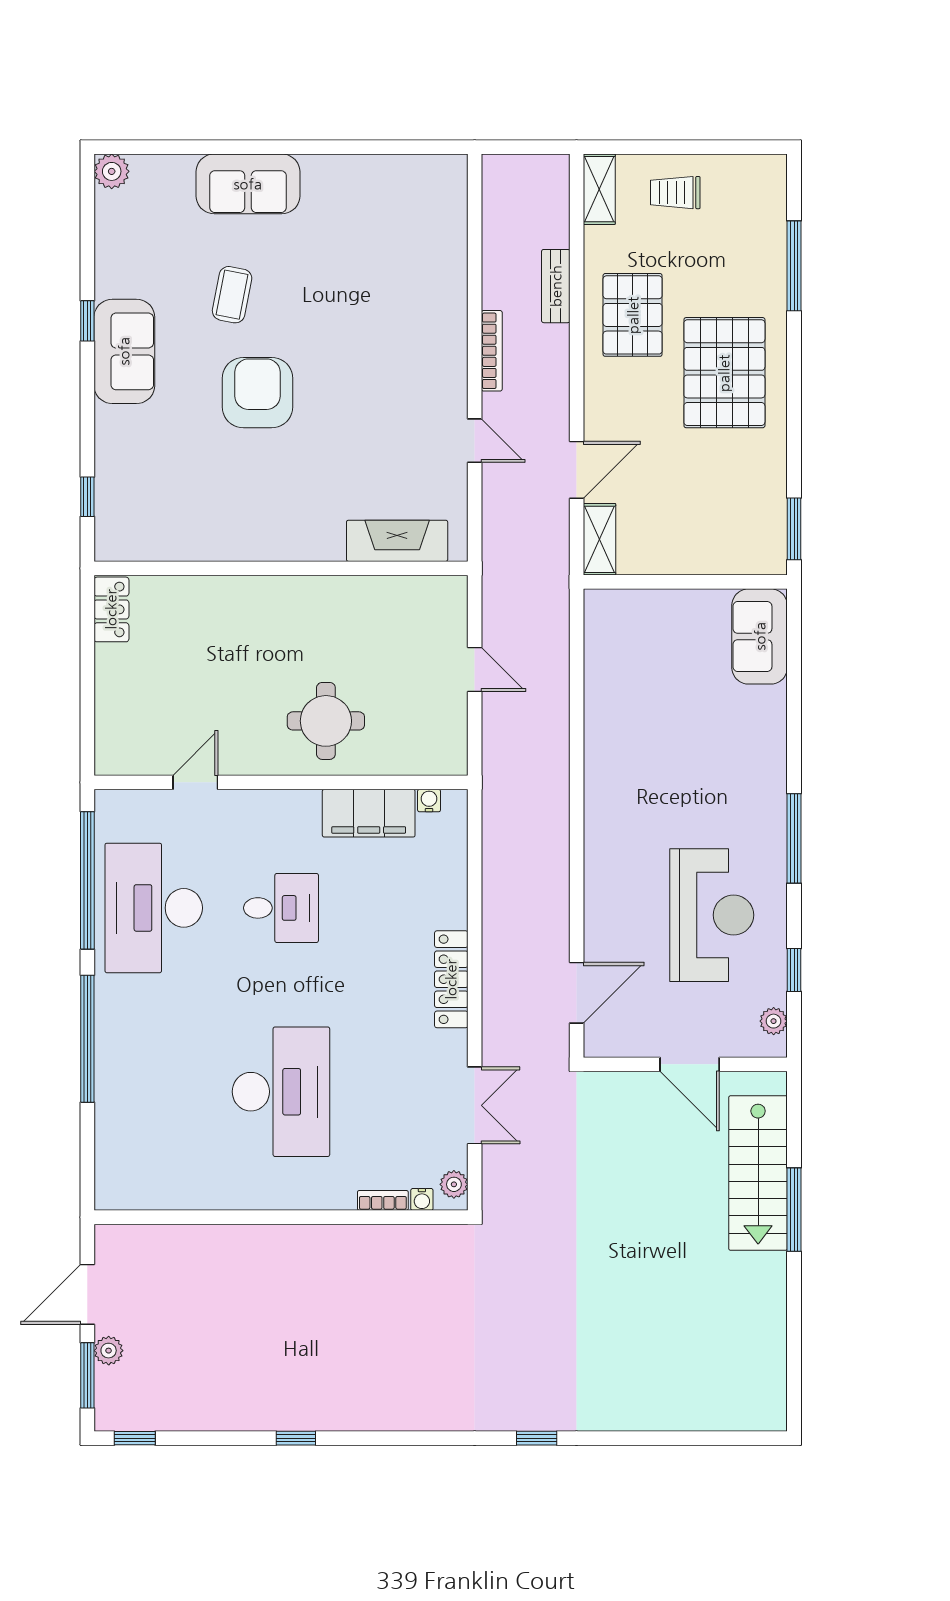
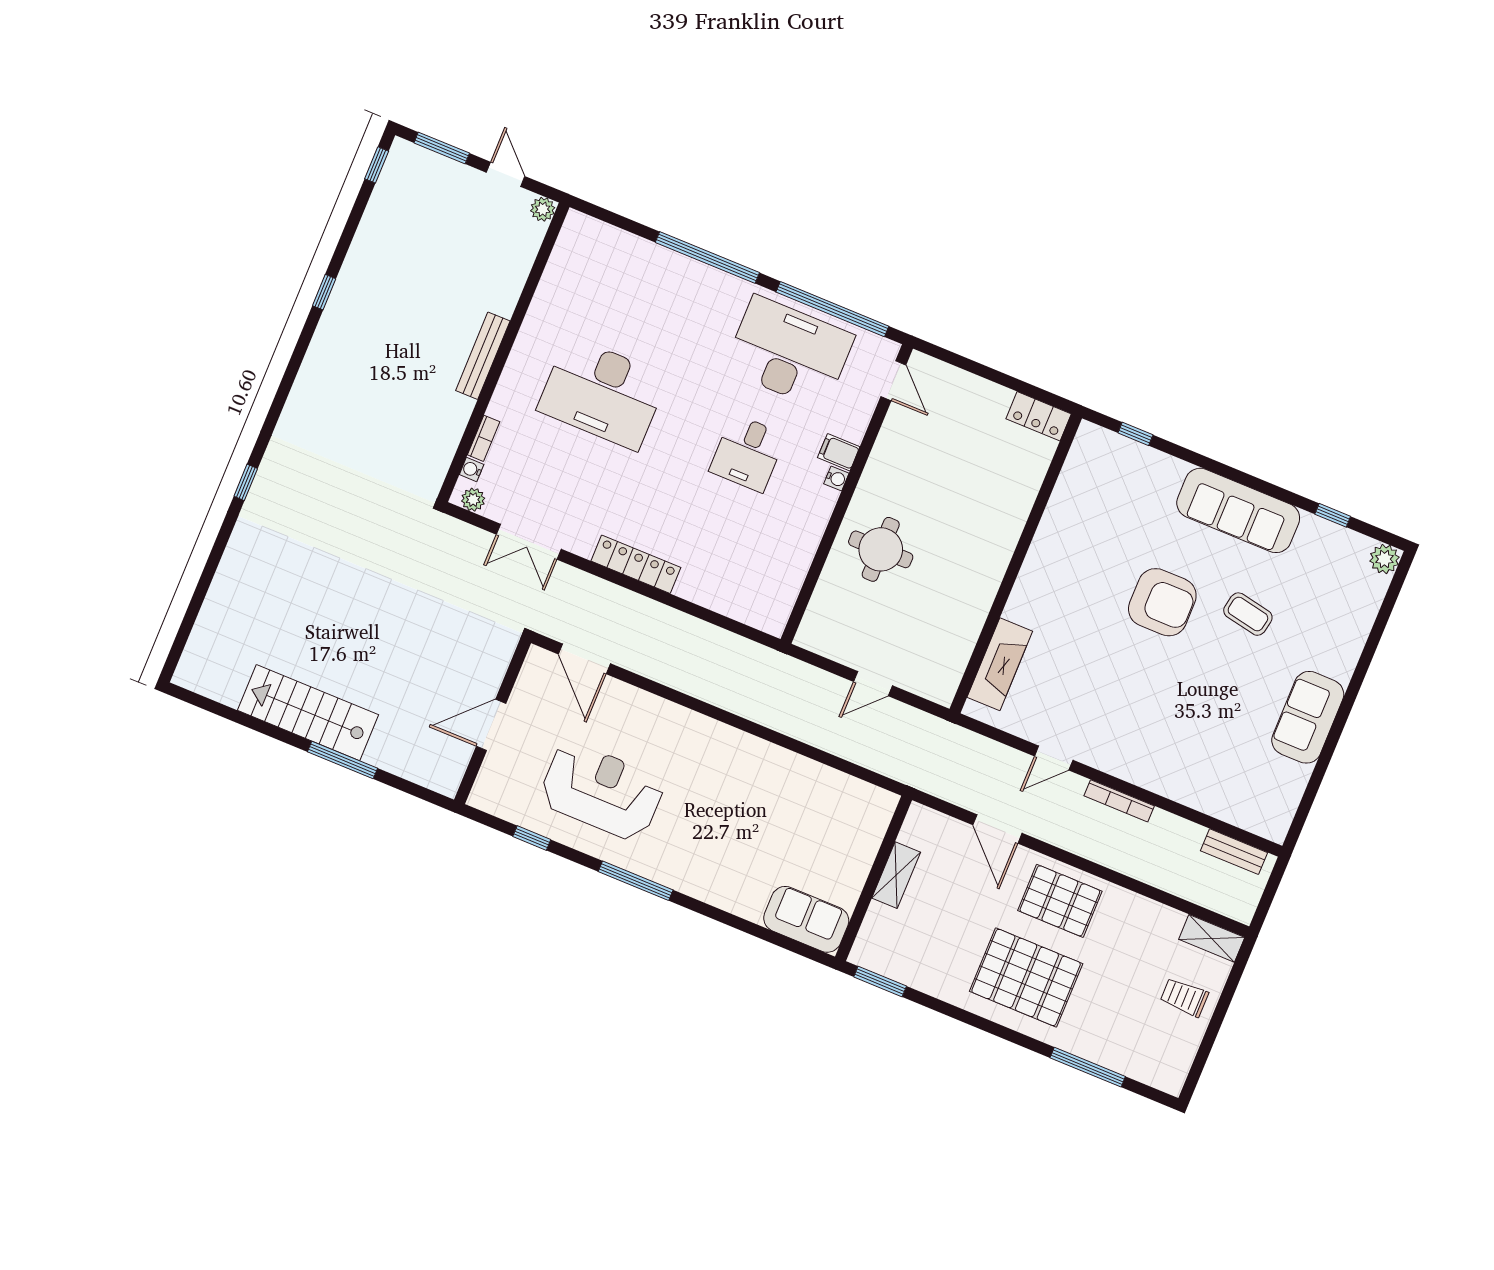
sofa: (248, 184) -> (1308, 717), moved
trolley: (675, 193) -> (1184, 997), turned -90
bench: (556, 286) -> (1234, 852), moved
pallet: (633, 315) -> (1060, 901), moved
window: (87, 321) -> (1333, 515), moved
sofa: (124, 351) -> (1238, 510), width x1.36
shelving: (599, 539) -> (896, 875), moved, turned 90
door: (195, 782) -> (893, 381), moved
water cooler: (429, 801) -> (836, 479), moved
filing cabinet: (369, 813) -> (839, 452), moved, width x0.33, depth x0.86
reception desk: (712, 915) -> (602, 791), turned 180
plant: (774, 1021) -> (498, 805), removed
stairs: (758, 1173) -> (308, 713), moved
bench: (294, 1238) -> (483, 356), added
door: (87, 1294) -> (506, 174), width x0.73
plant: (109, 1351) -> (543, 209), moved

